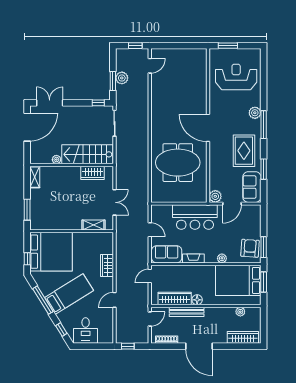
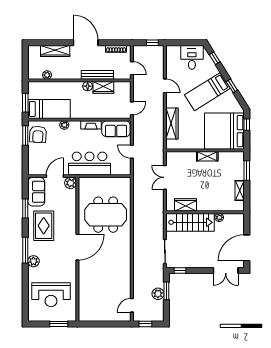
door: (208, 128) -> (77, 247), hinge flipped
shelving: (35, 177) -> (240, 191), moved
shelving: (93, 225) -> (207, 156), moved
wardrobe: (107, 265) -> (172, 123), width x1.50
bed: (238, 280) -> (49, 109), width x0.67
wardrobe: (175, 298) -> (103, 87), width x0.67
window: (43, 300) -> (232, 86), width x0.46
door: (114, 300) -> (165, 86), hinge flipped
door: (150, 319) -> (132, 68), swing flipped
wardrobe: (243, 337) -> (55, 51), moved

